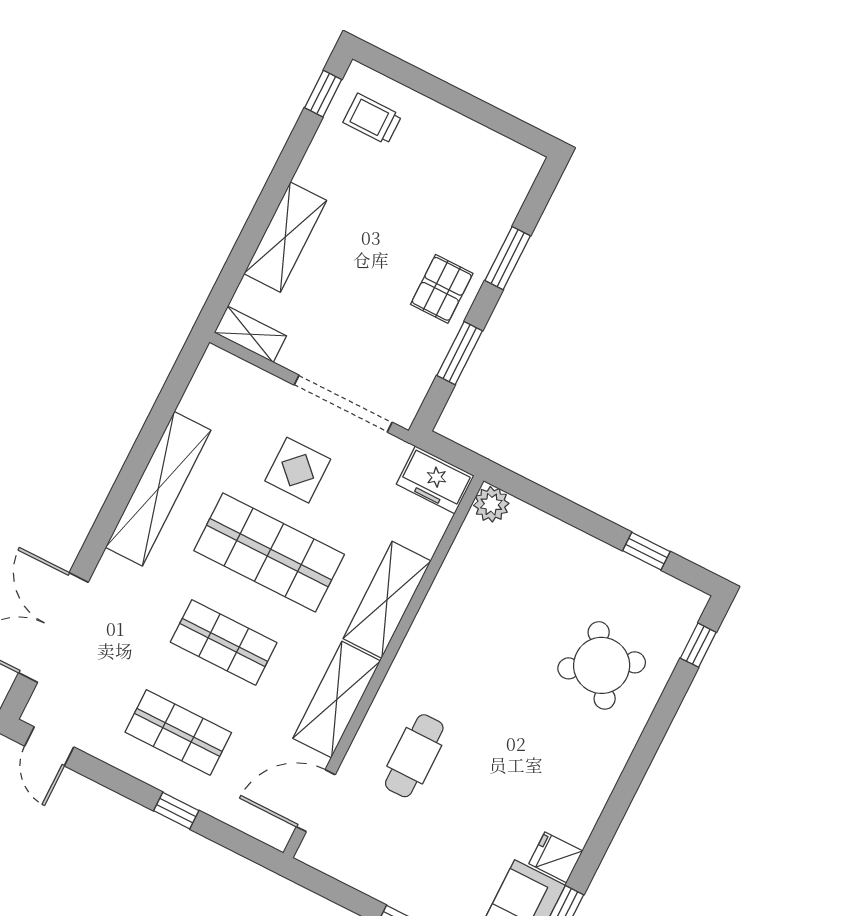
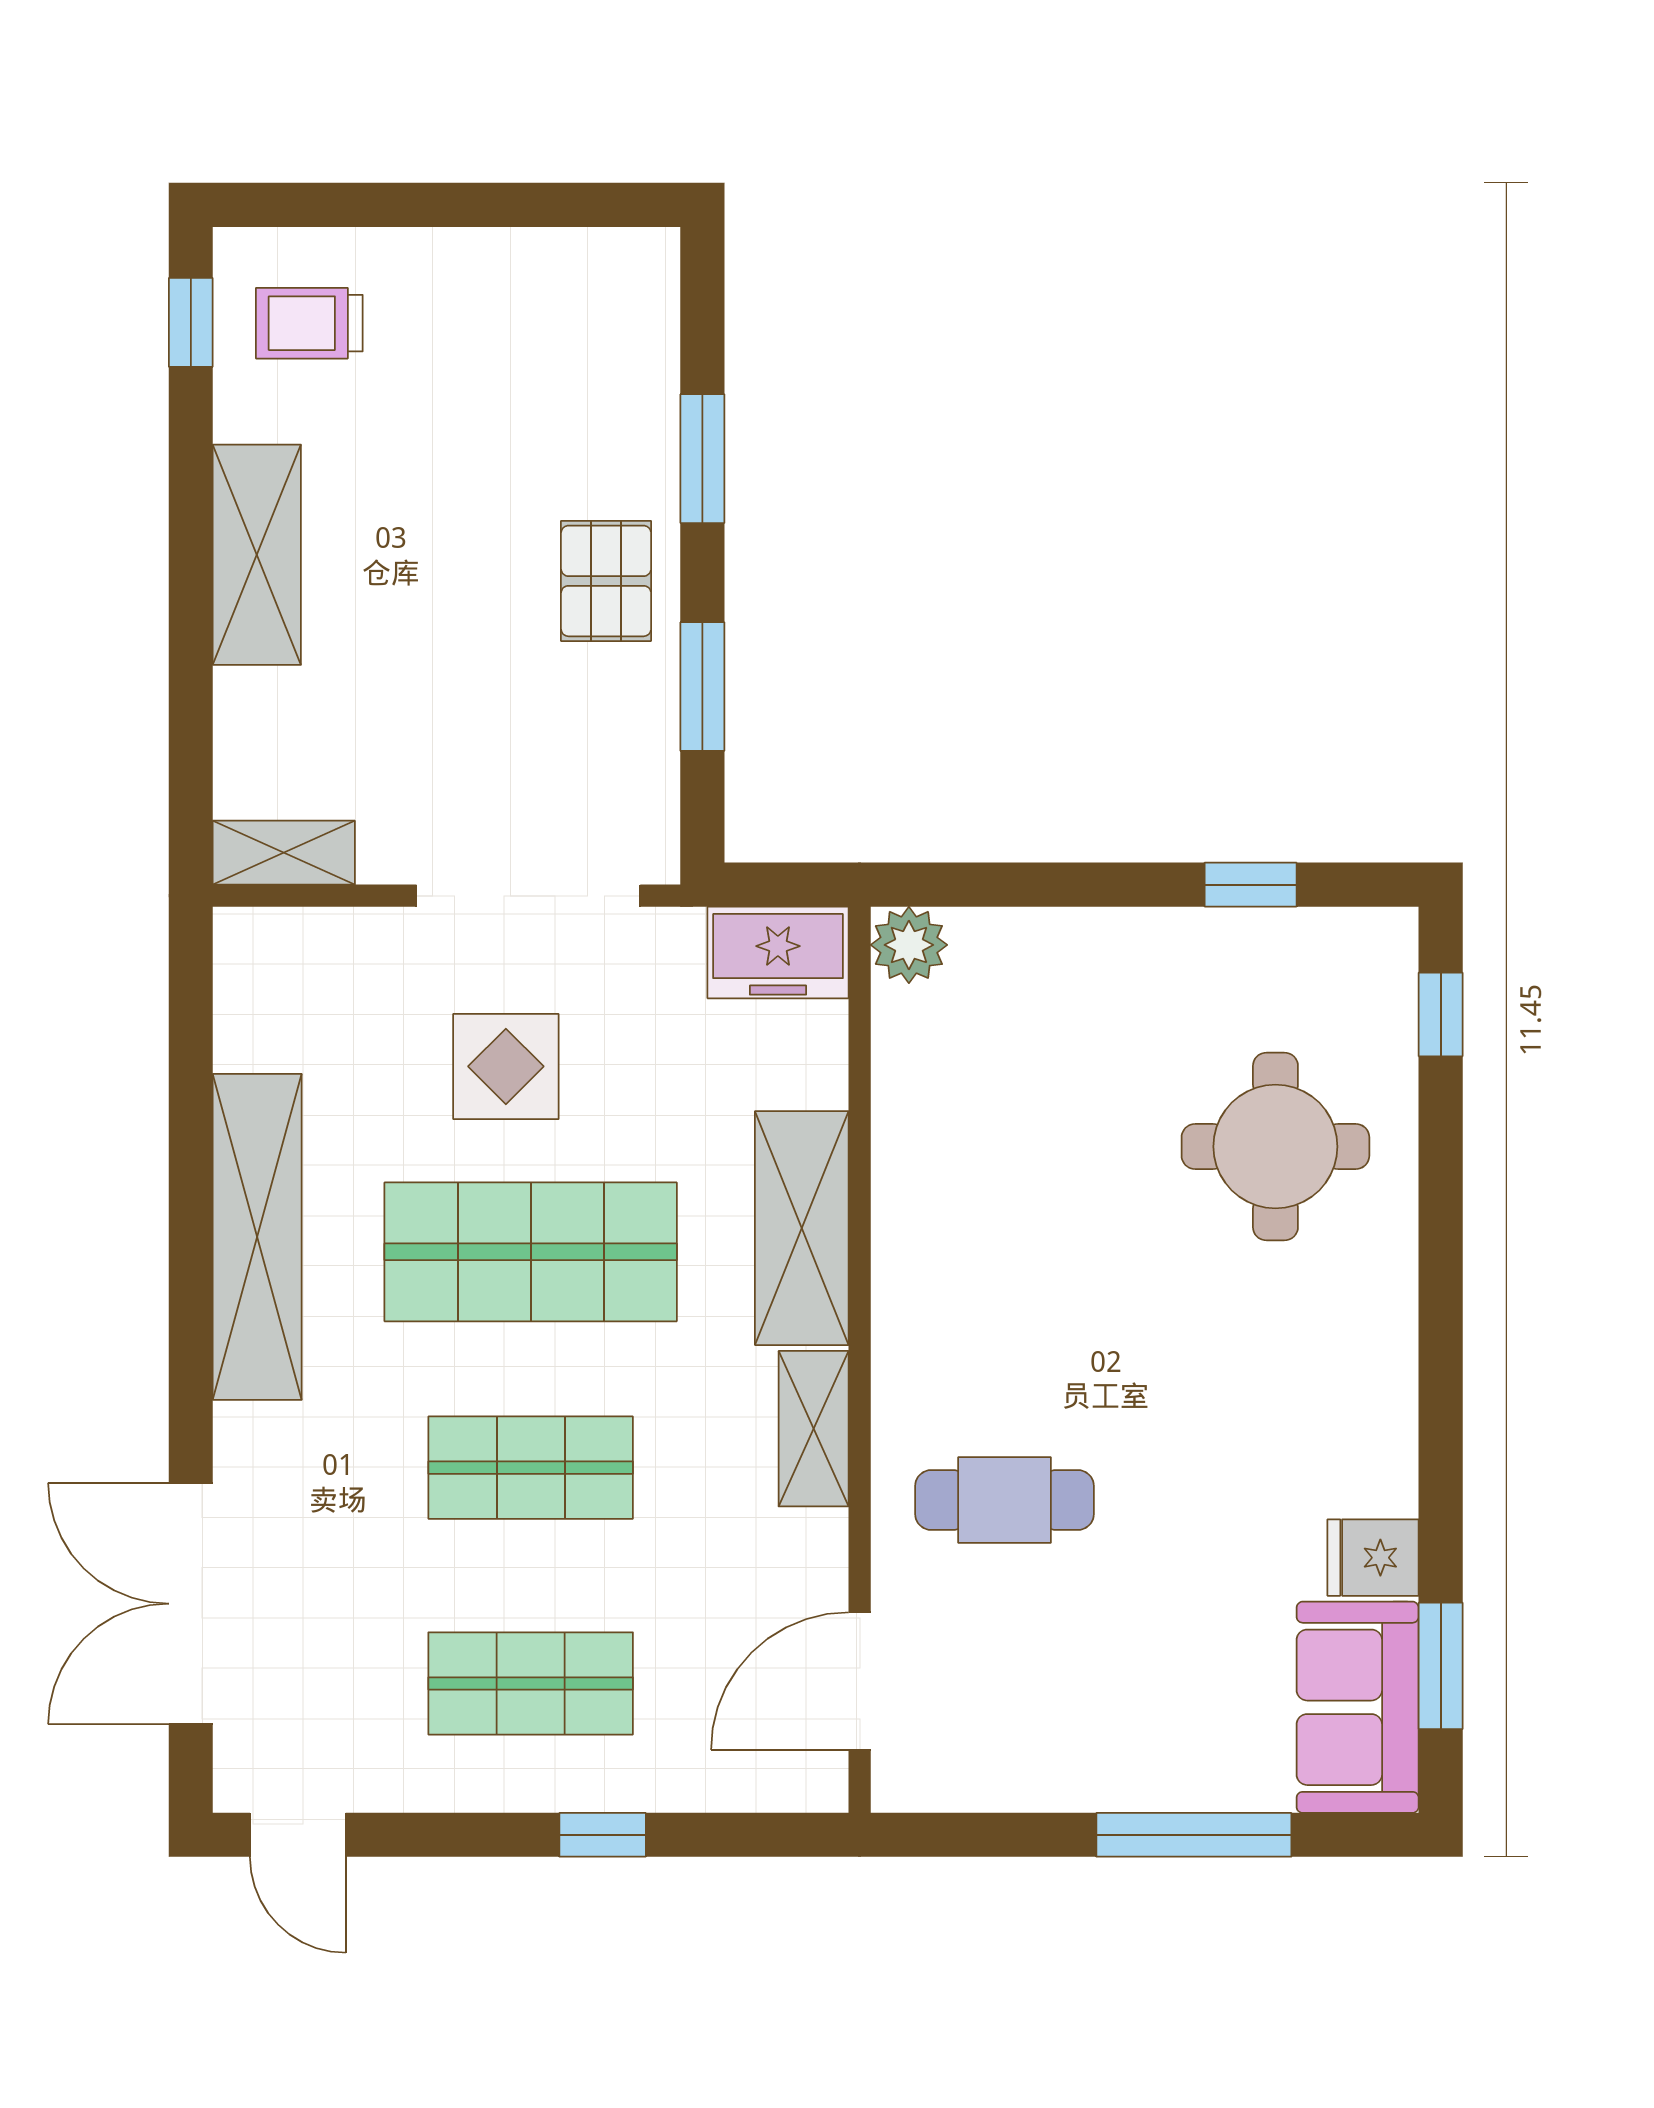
shelving: (285, 237) -> (257, 555), moved
round table: (602, 665) -> (1275, 1147), turned 32
shelving: (337, 700) -> (814, 1429), width x0.67, depth x0.75
cafe table: (414, 756) -> (1004, 1500), turned 90

